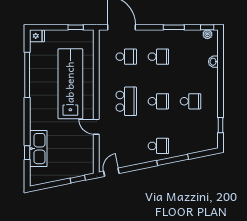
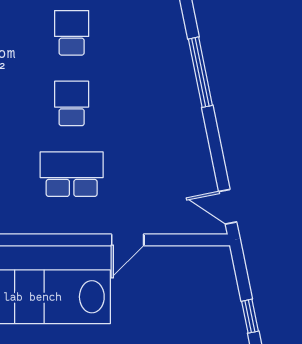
school desk: (158, 146) -> (170, 103), removed
window: (78, 179) -> (250, 316), moved

